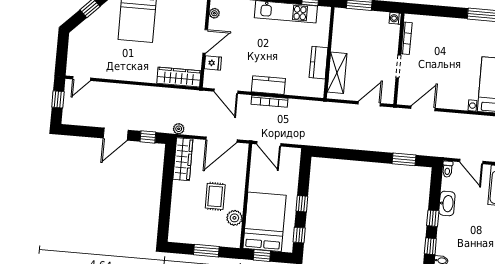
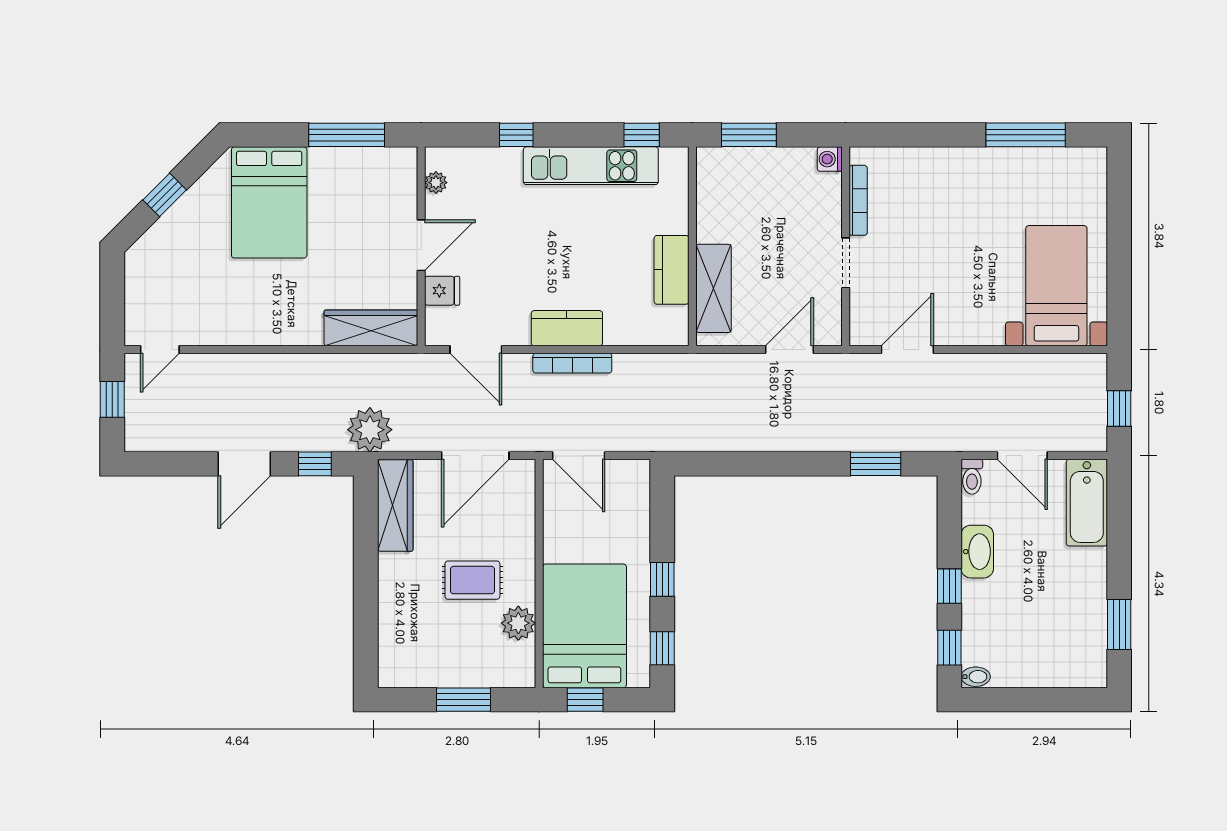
plant: (179, 129) -> (370, 430), width x1.88, depth x1.88
rug: (215, 196) -> (472, 580), turned 90

